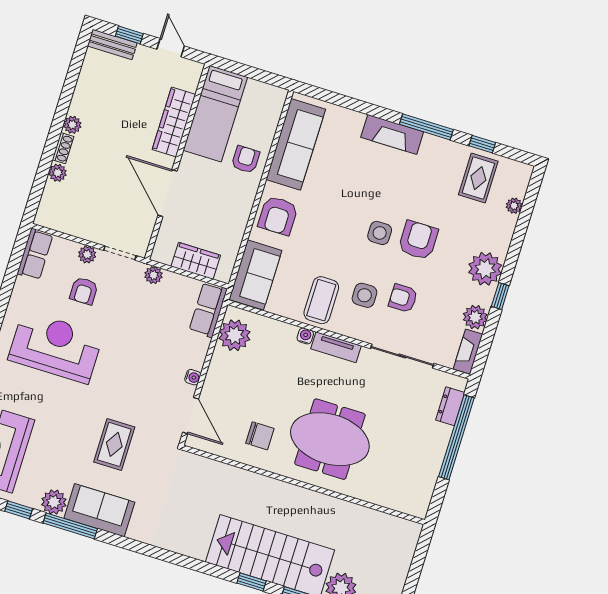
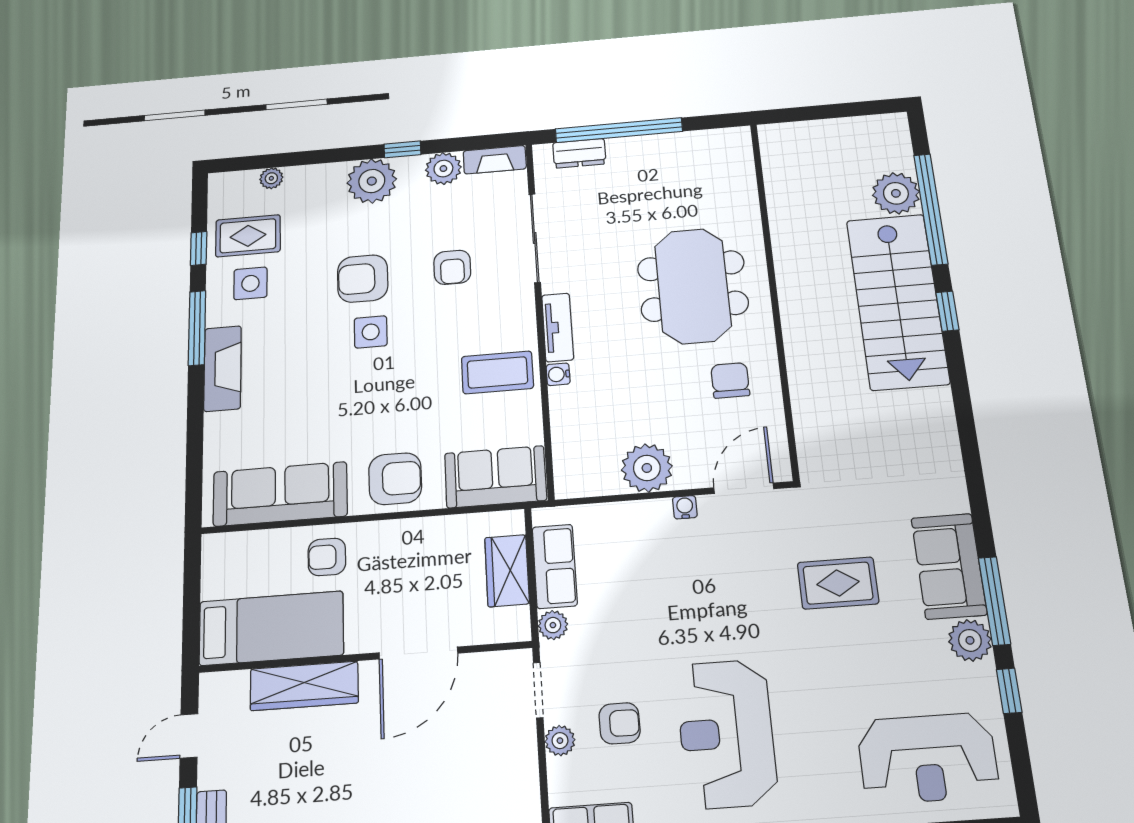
side table: (364, 295) -> (250, 283), moved
row of seats: (208, 310) -> (555, 566), moved, turned -90
plant: (234, 335) -> (647, 468), moved

